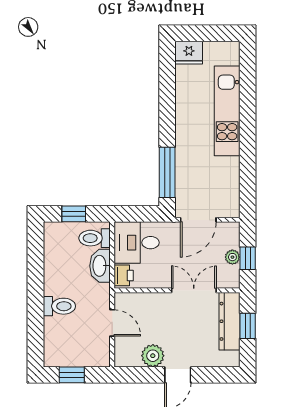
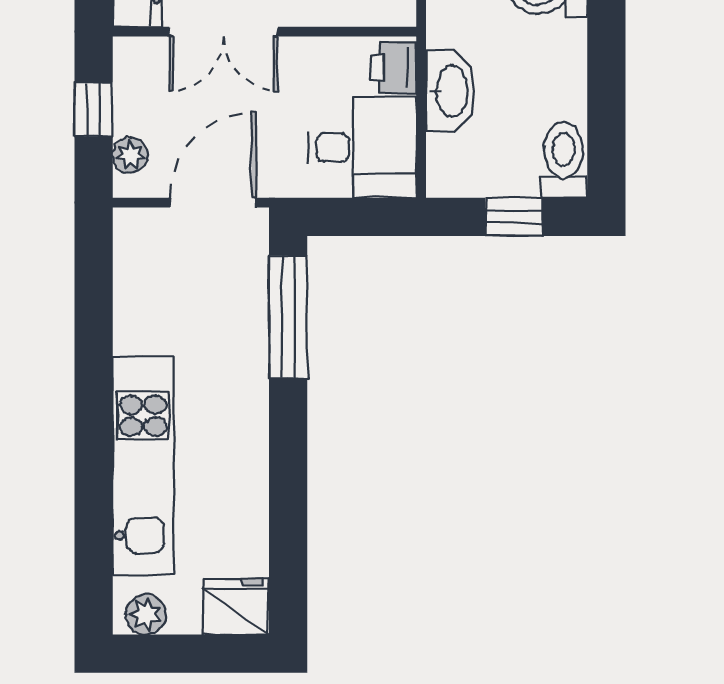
plant: (226, 49) -> (146, 615), added
toilet: (95, 238) -> (564, 160), moved, turned -90
plant: (232, 257) -> (130, 155), moved

